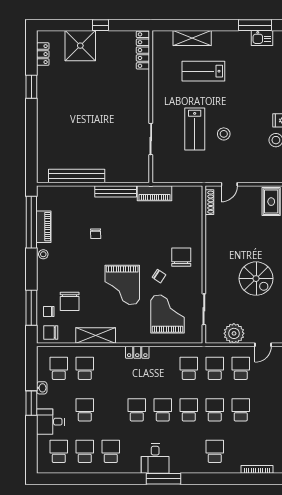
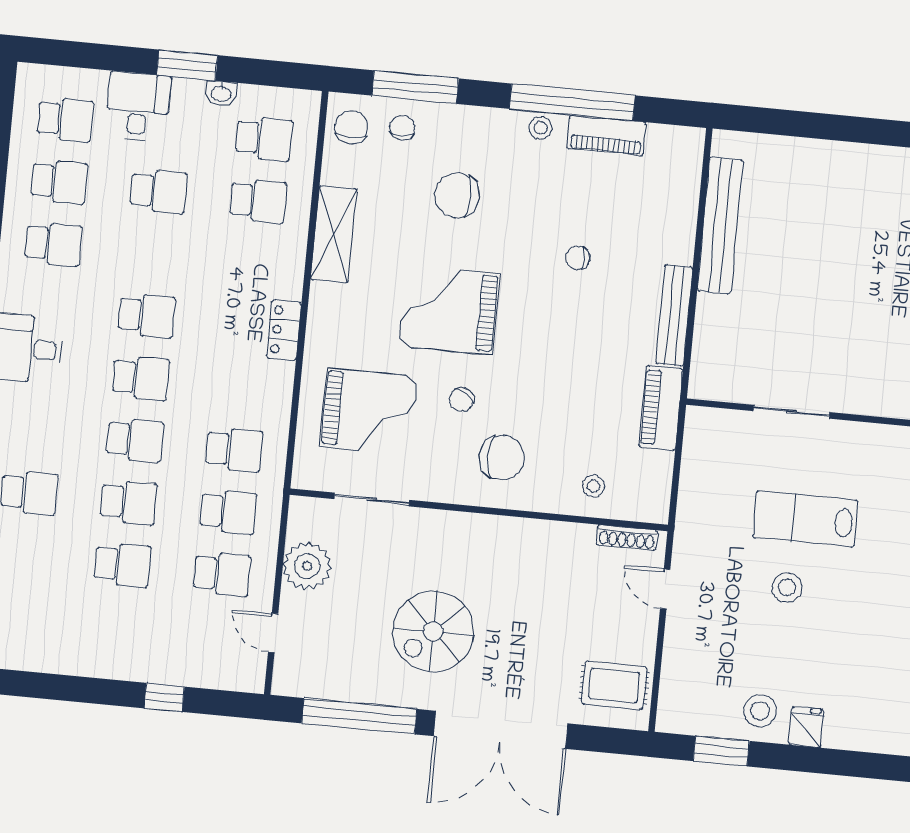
stool: (189, 218) -> (593, 486), added
window: (31, 222) -> (572, 102), moved
chair: (70, 301) -> (457, 196), moved

